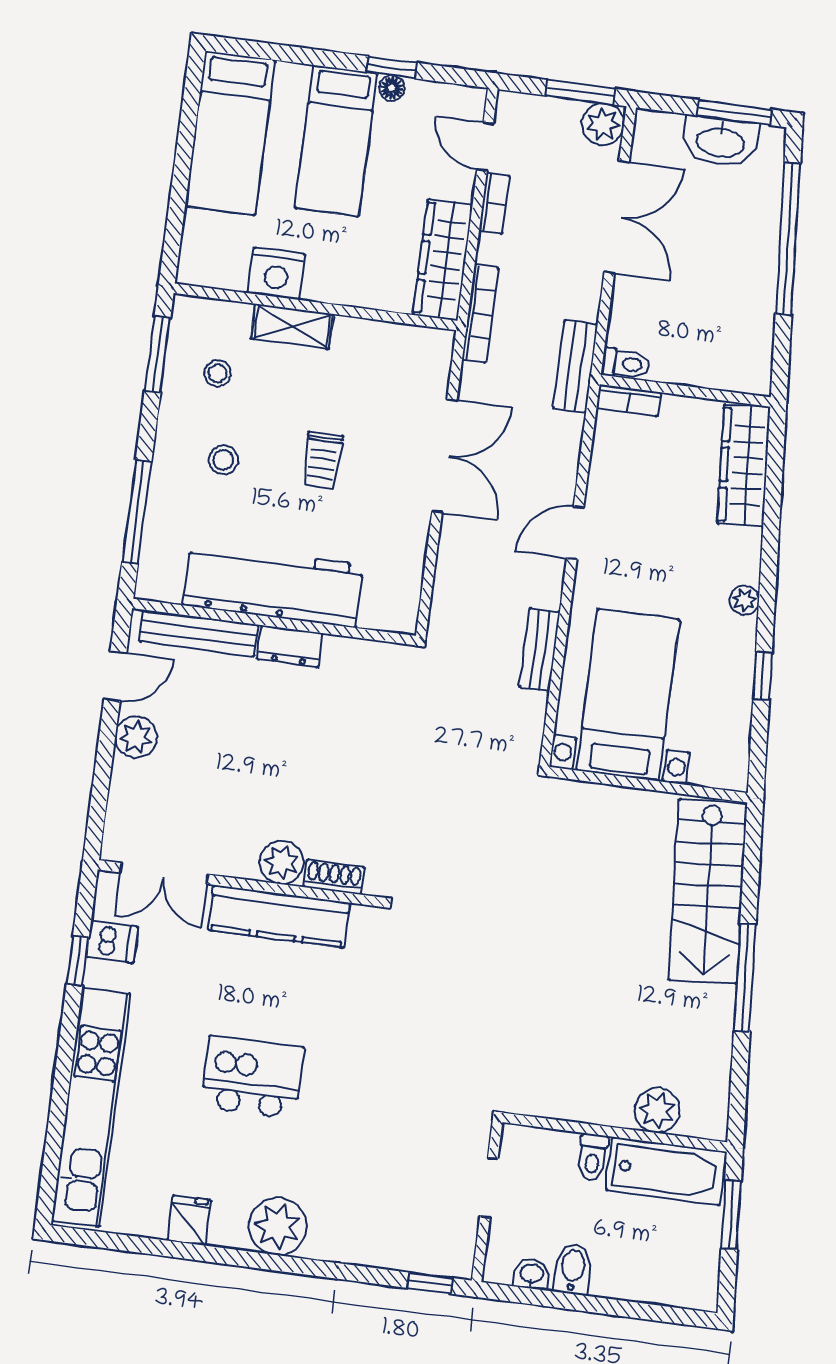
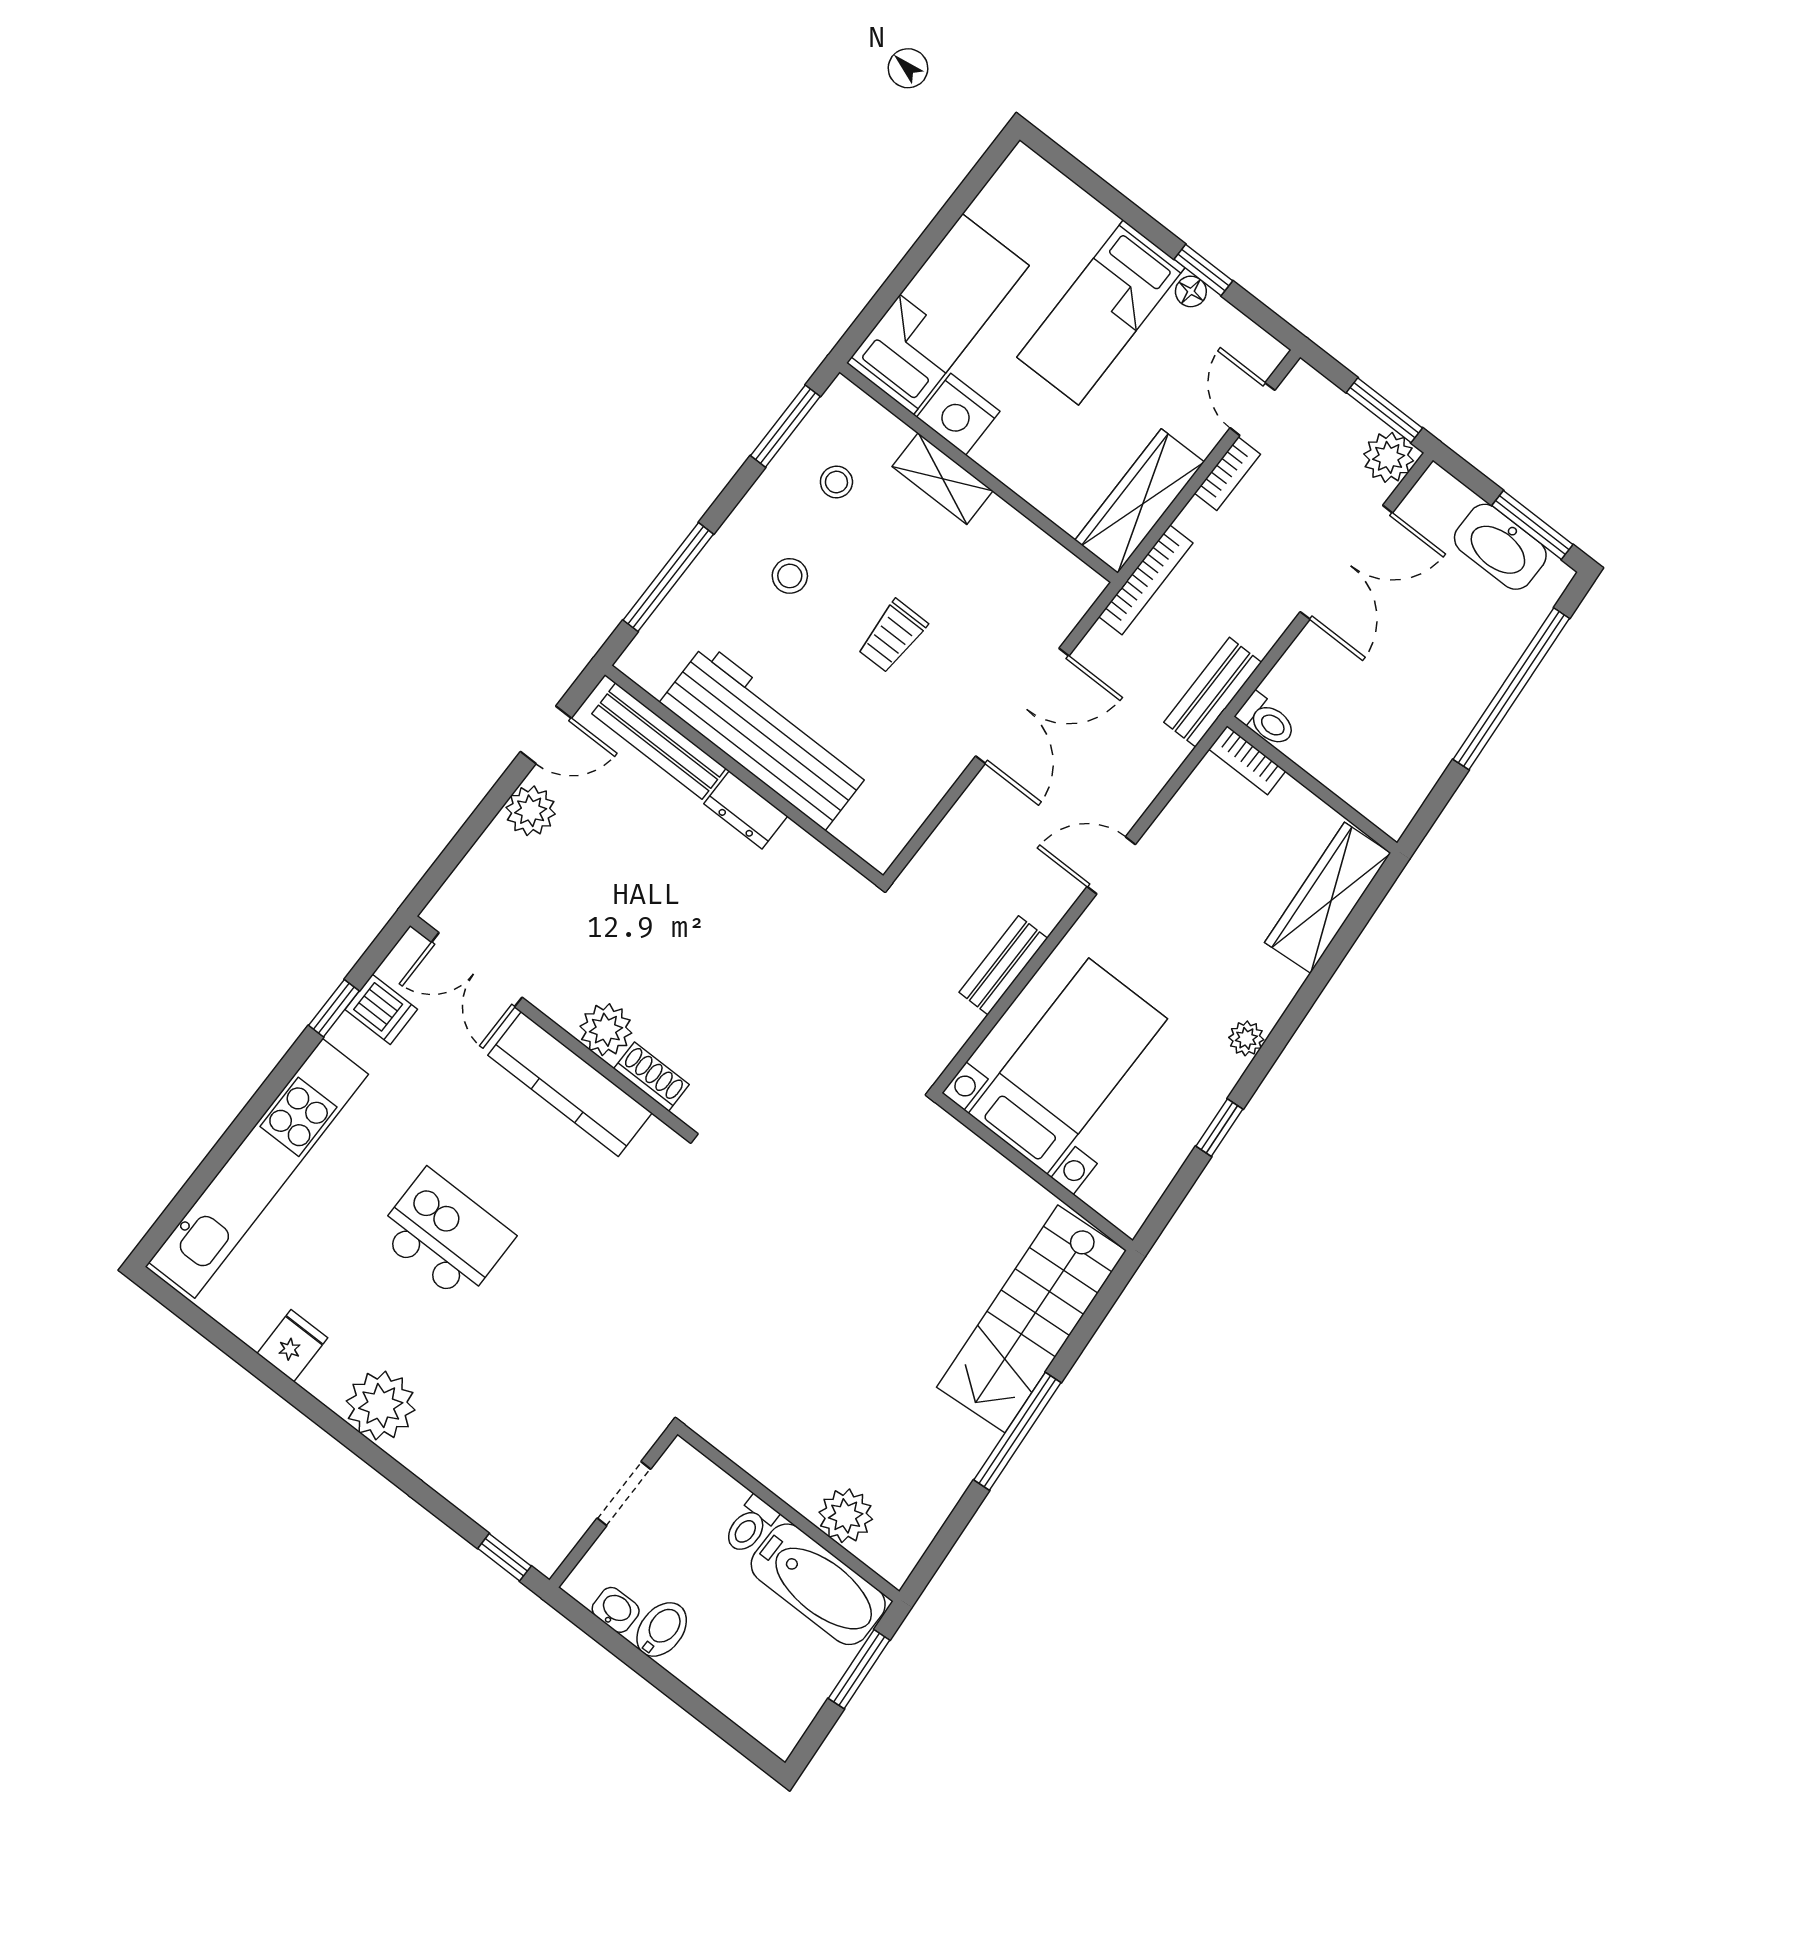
bed: (230, 133) -> (938, 314), moved, turned 180

